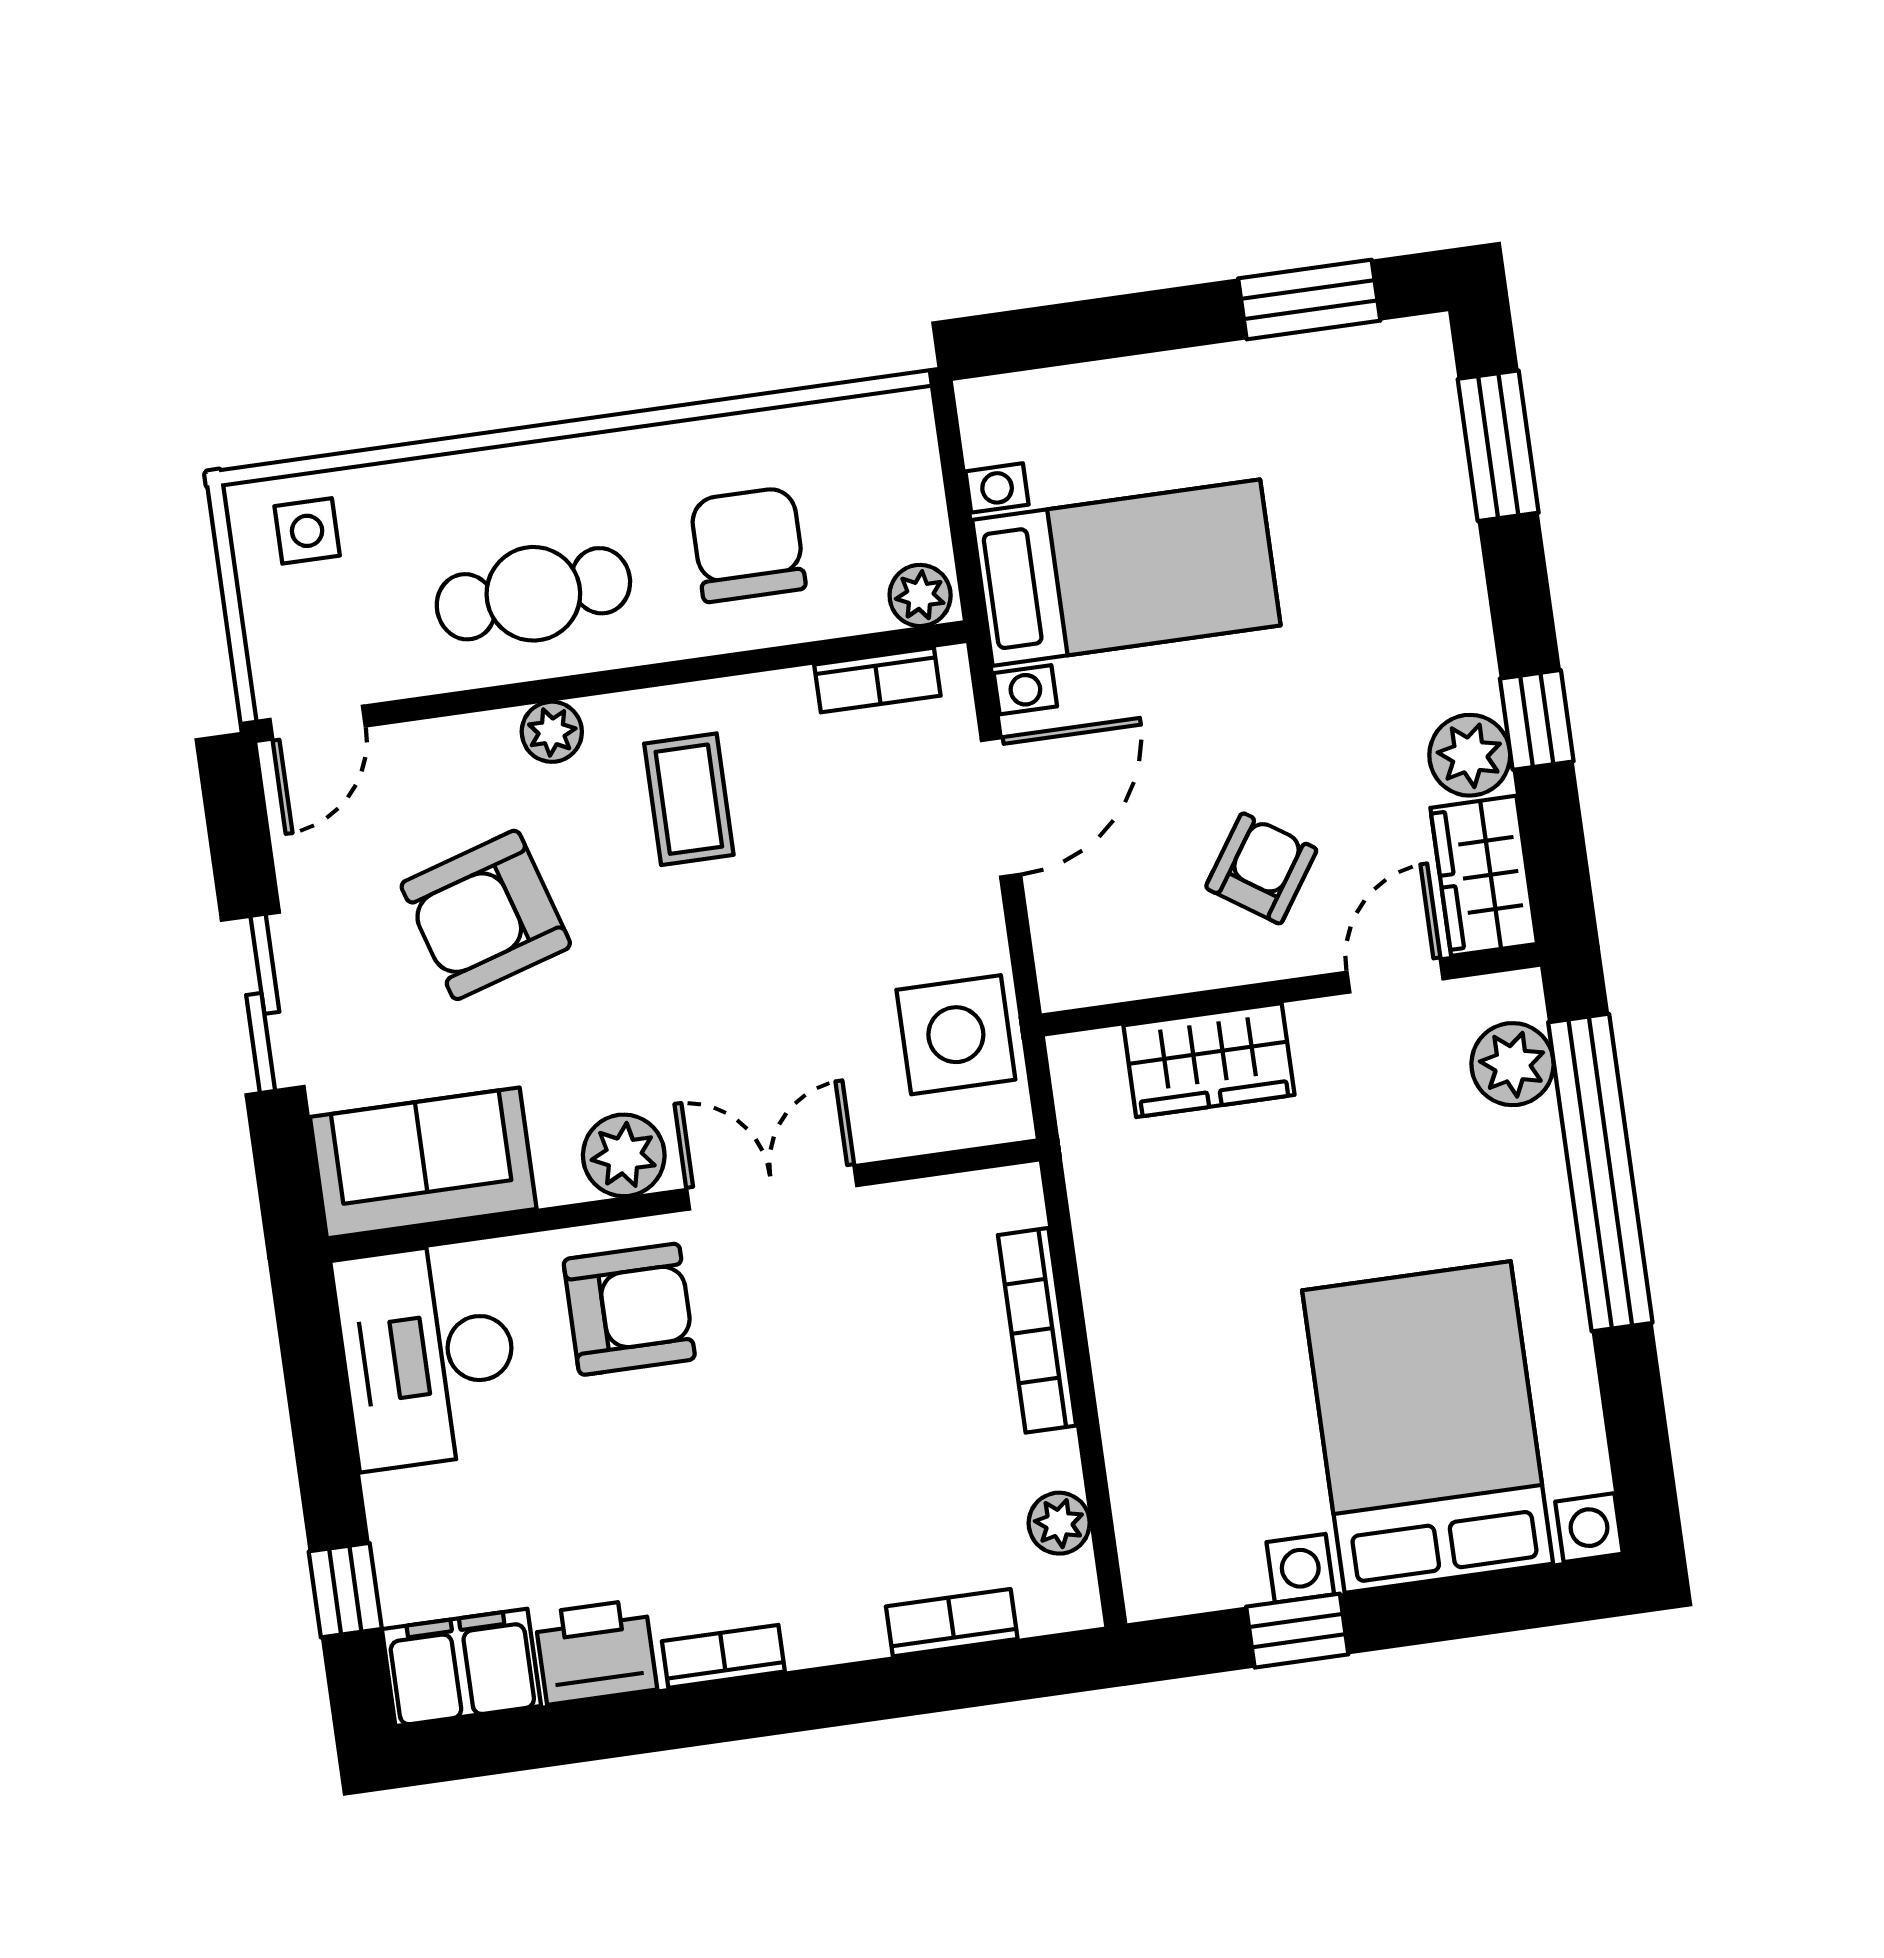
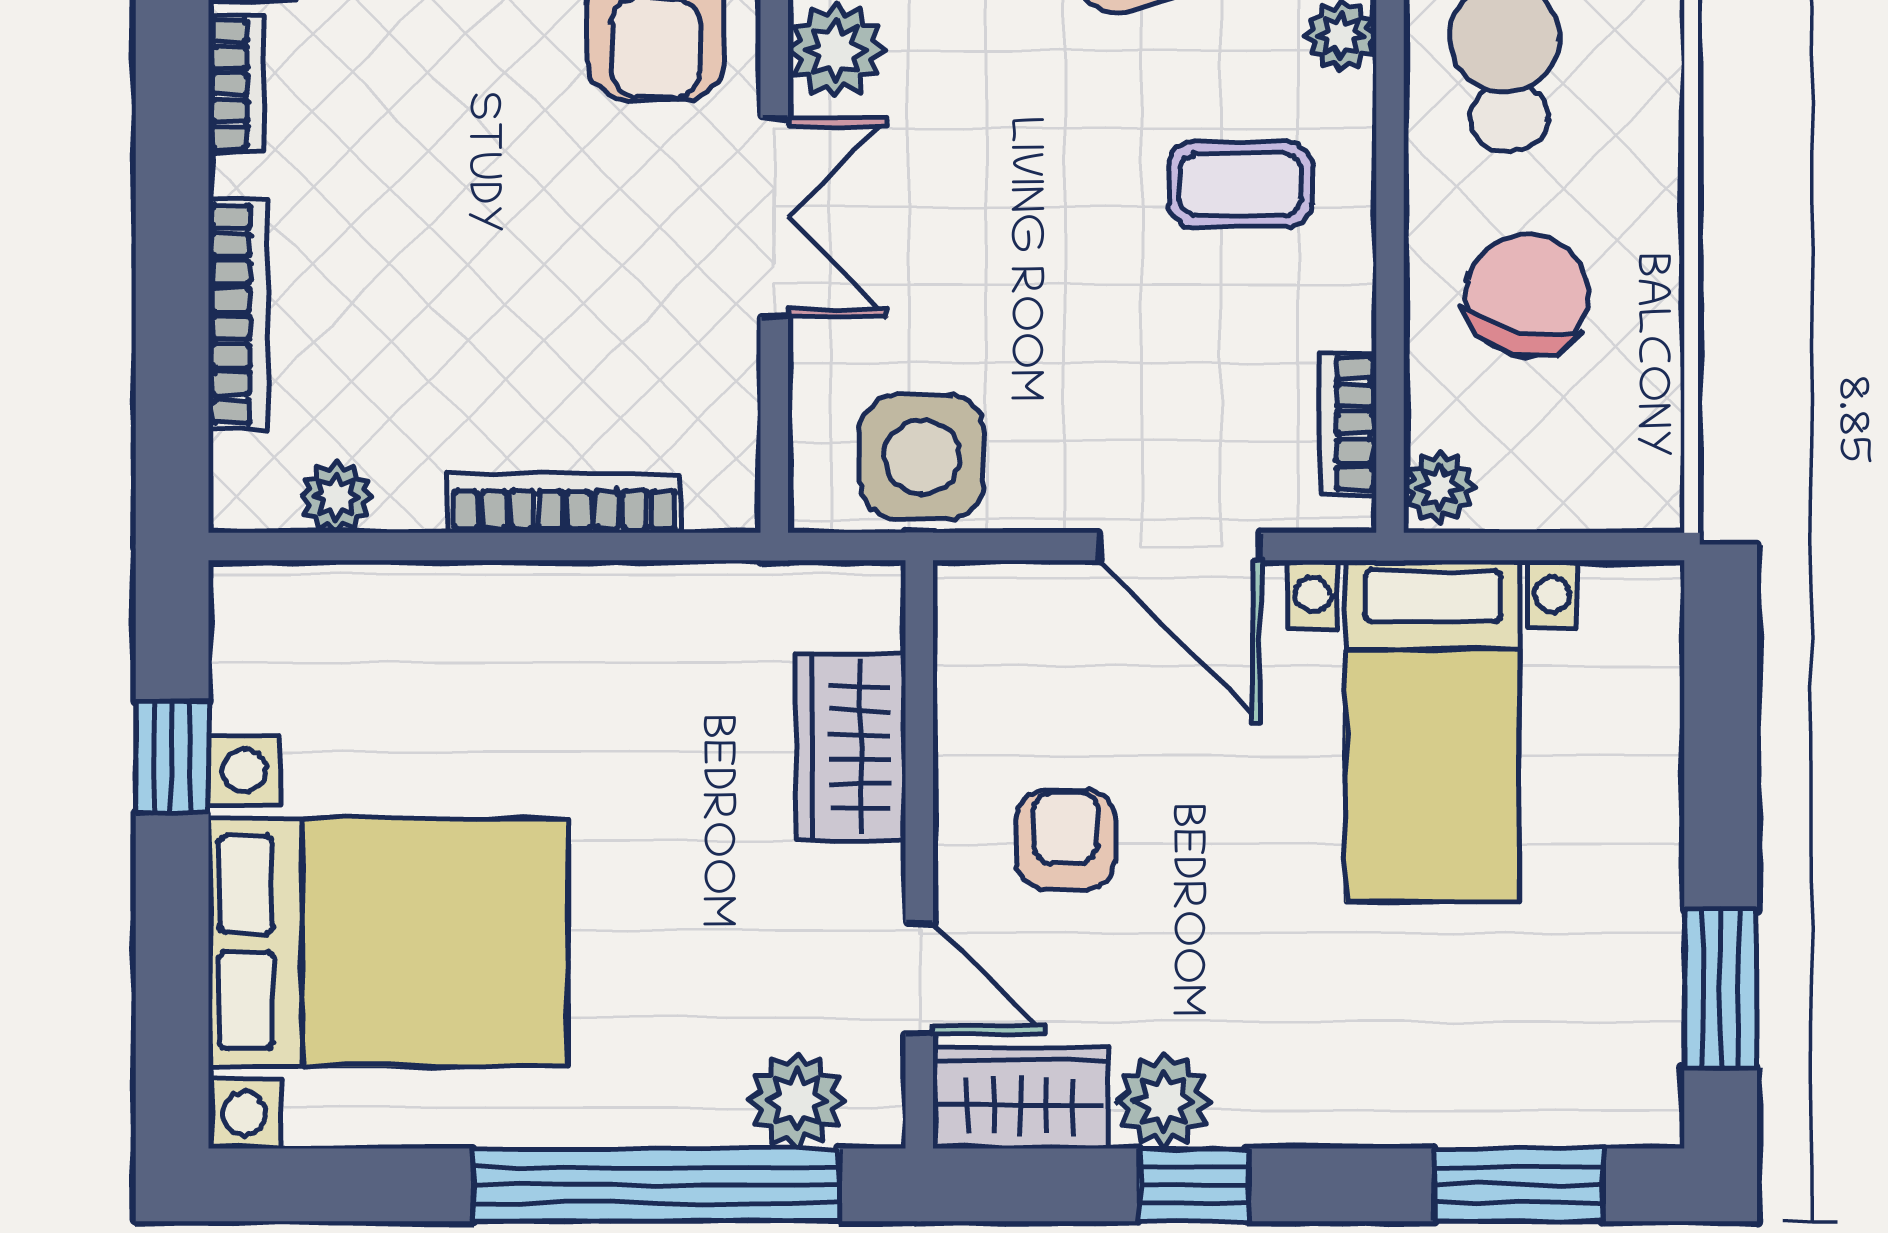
chair: (748, 544) -> (1527, 295), turned -77
armchair: (1261, 868) -> (1066, 840), turned -124
bookcase: (952, 1623) -> (238, 314), width x1.56

